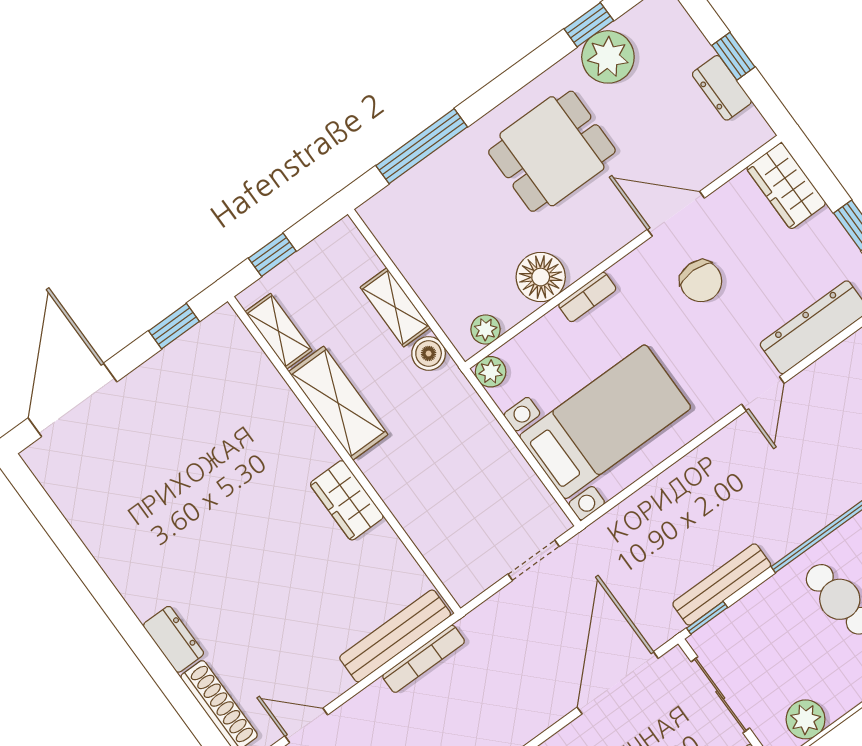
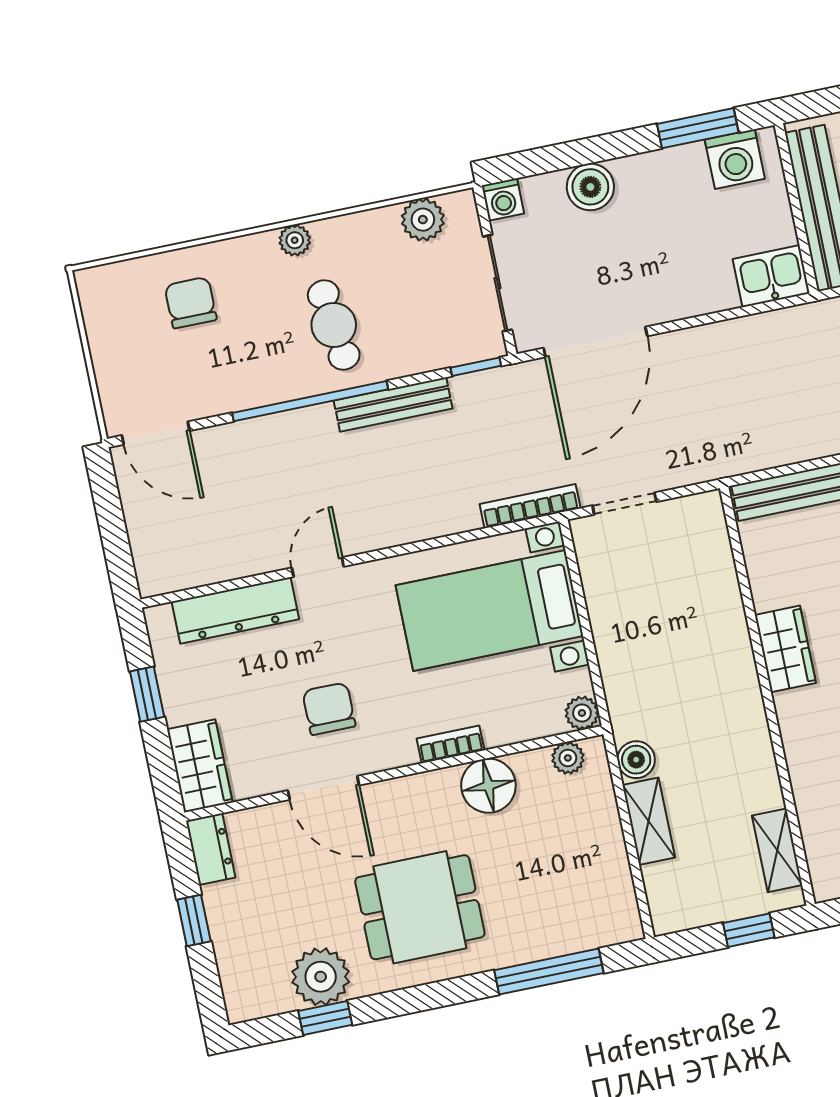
dresser: (722, 88) -> (211, 849), moved
shelving: (338, 403) -> (750, 751), removed
bench: (722, 585) -> (393, 405), moved
bookcase: (424, 659) -> (530, 506), moved

